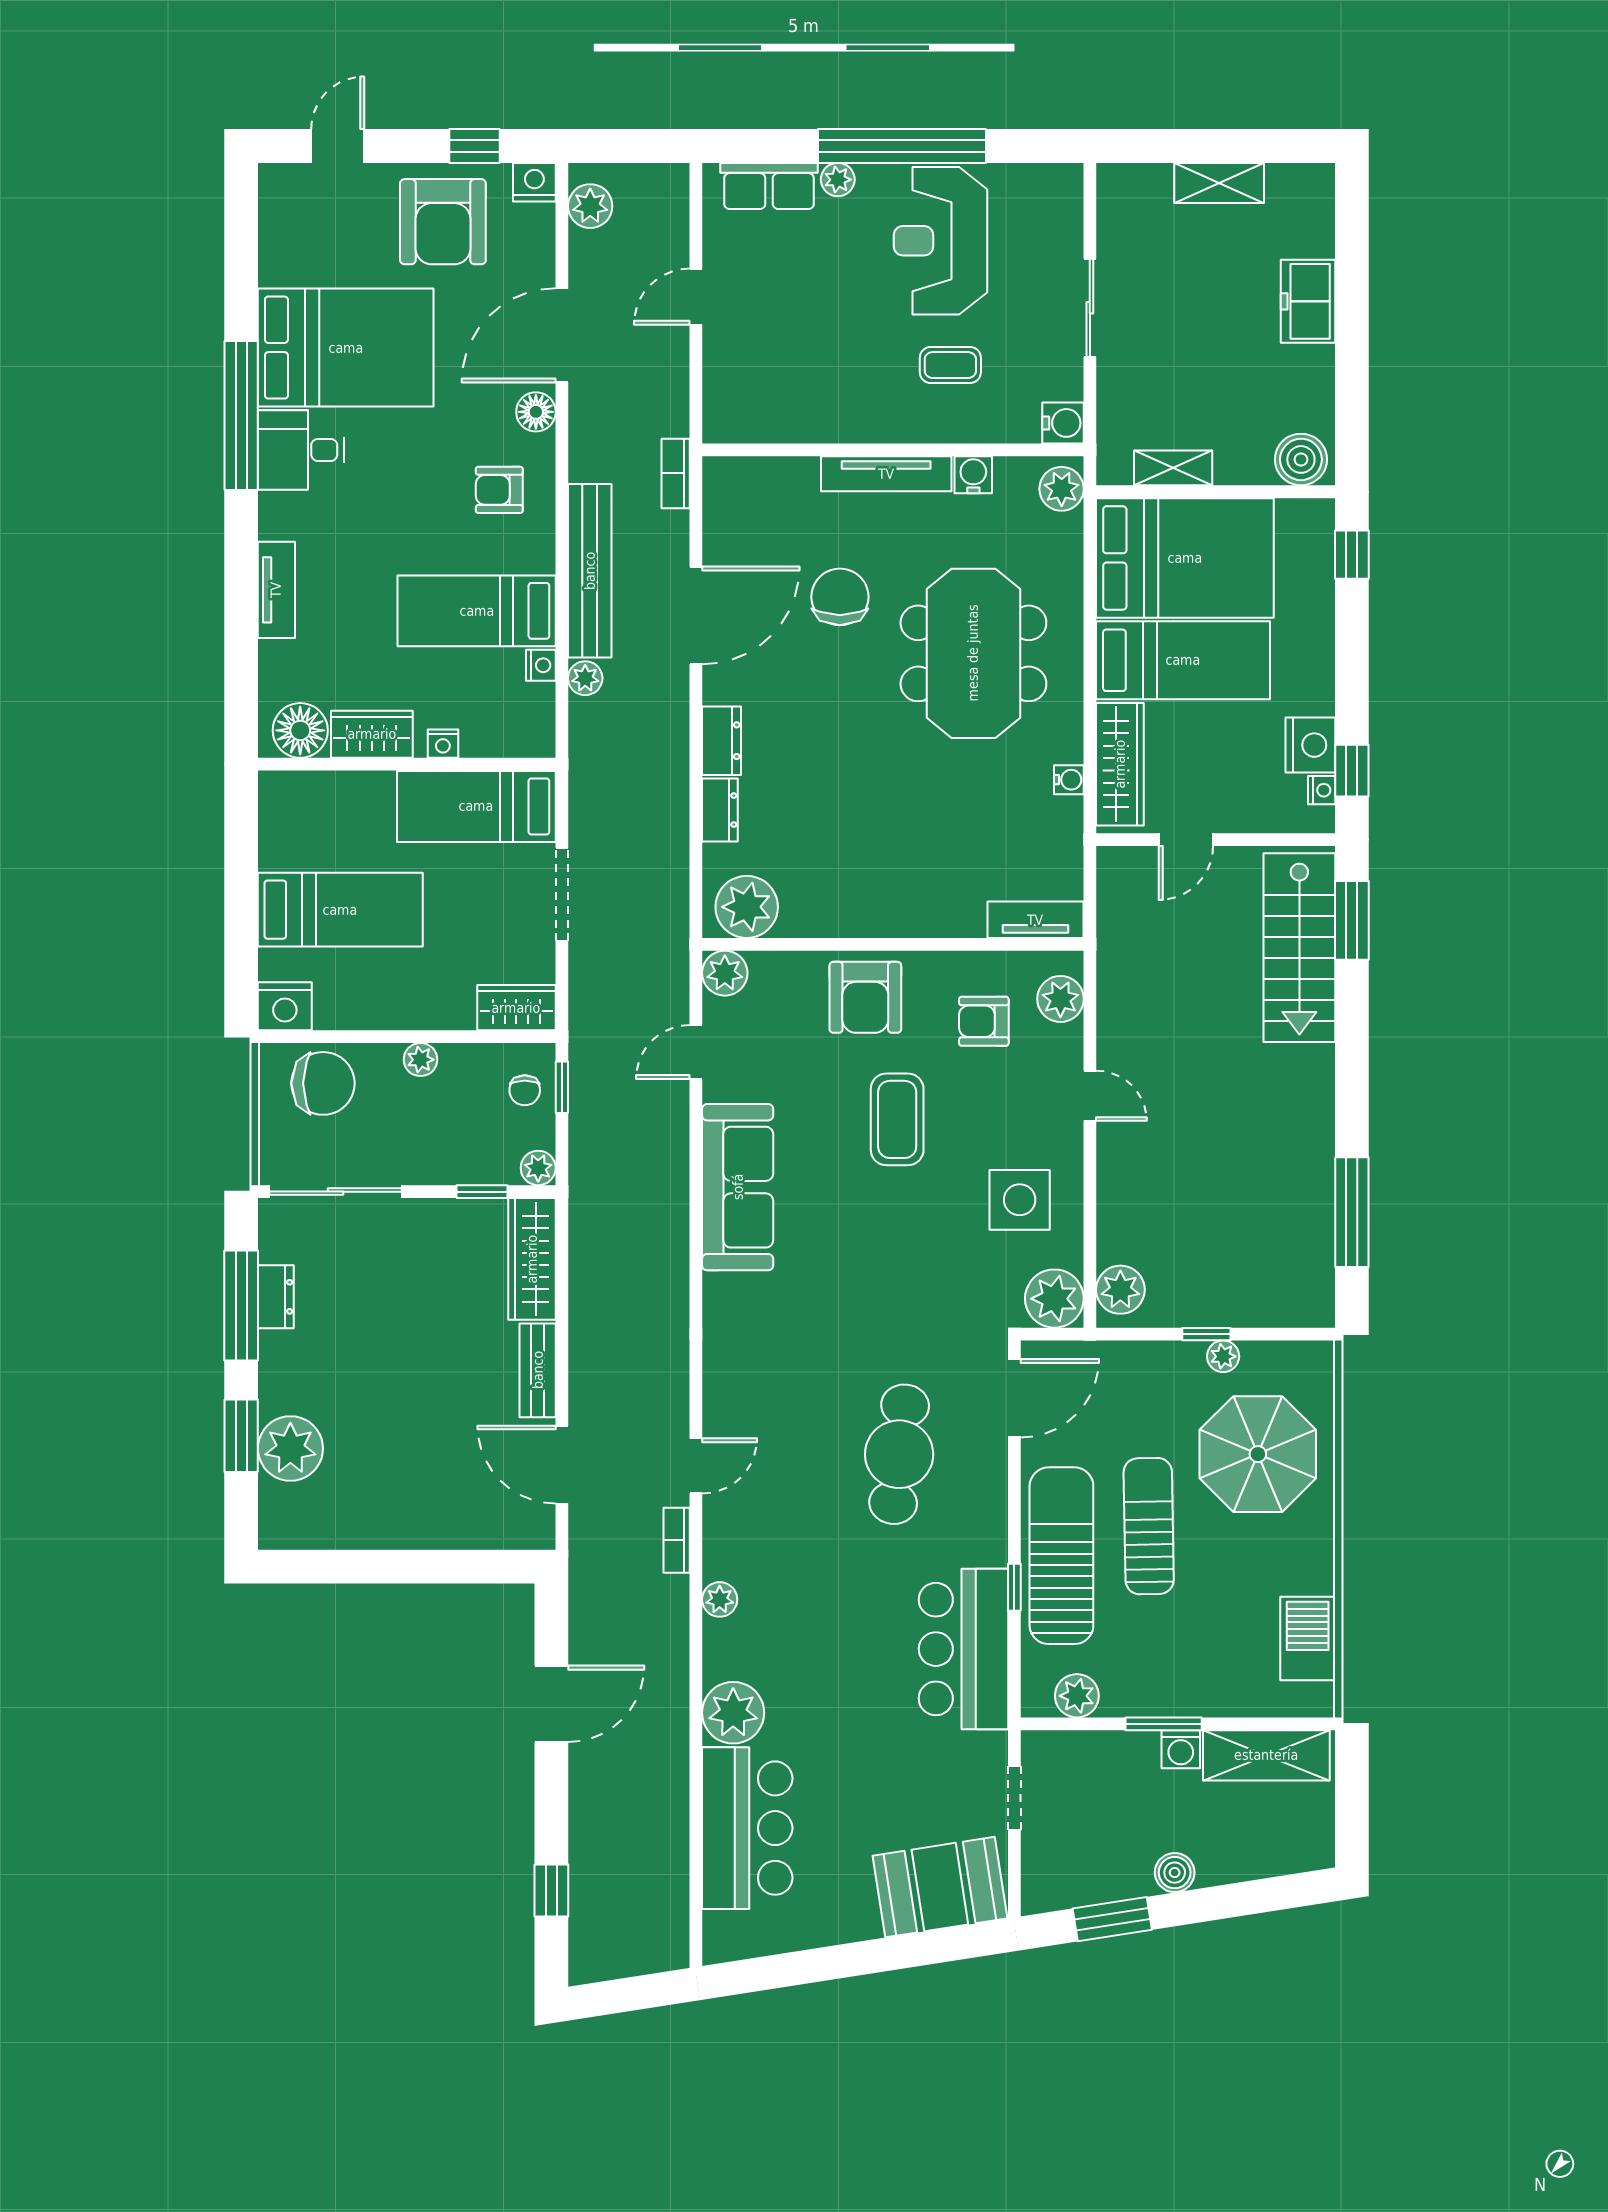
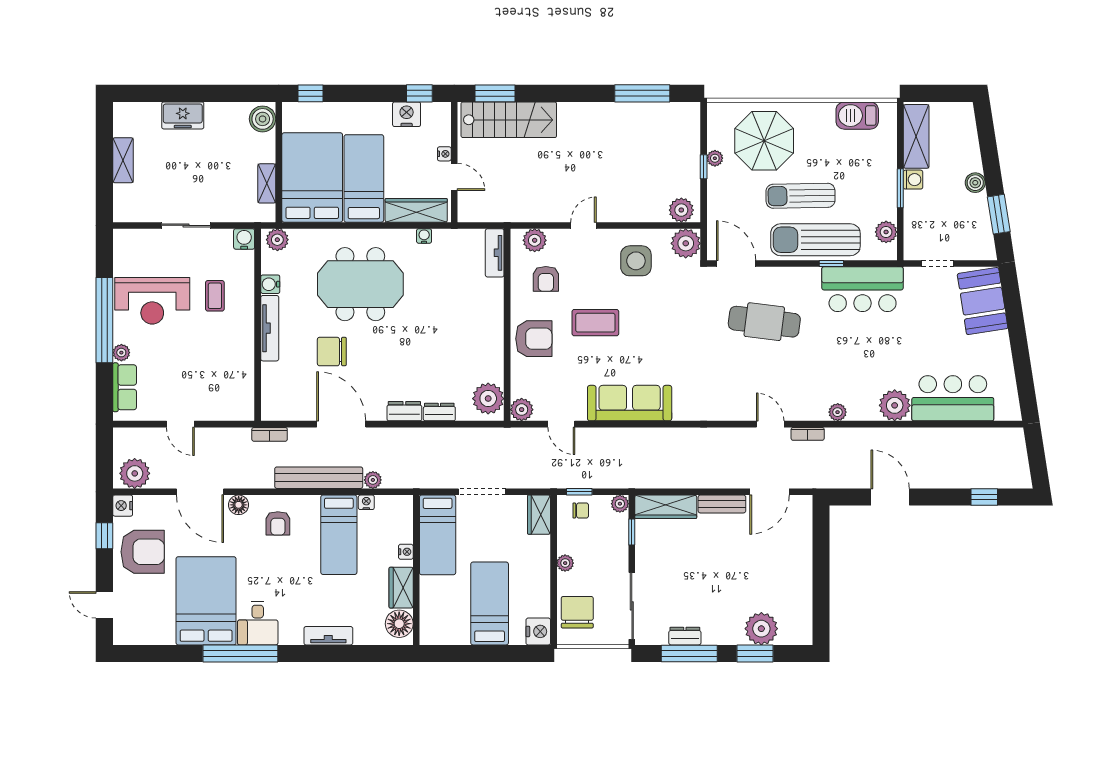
plant: (590, 206) -> (135, 473), width x1.36, depth x1.36
nightstand: (1322, 790) -> (444, 154), moved, turned 90

